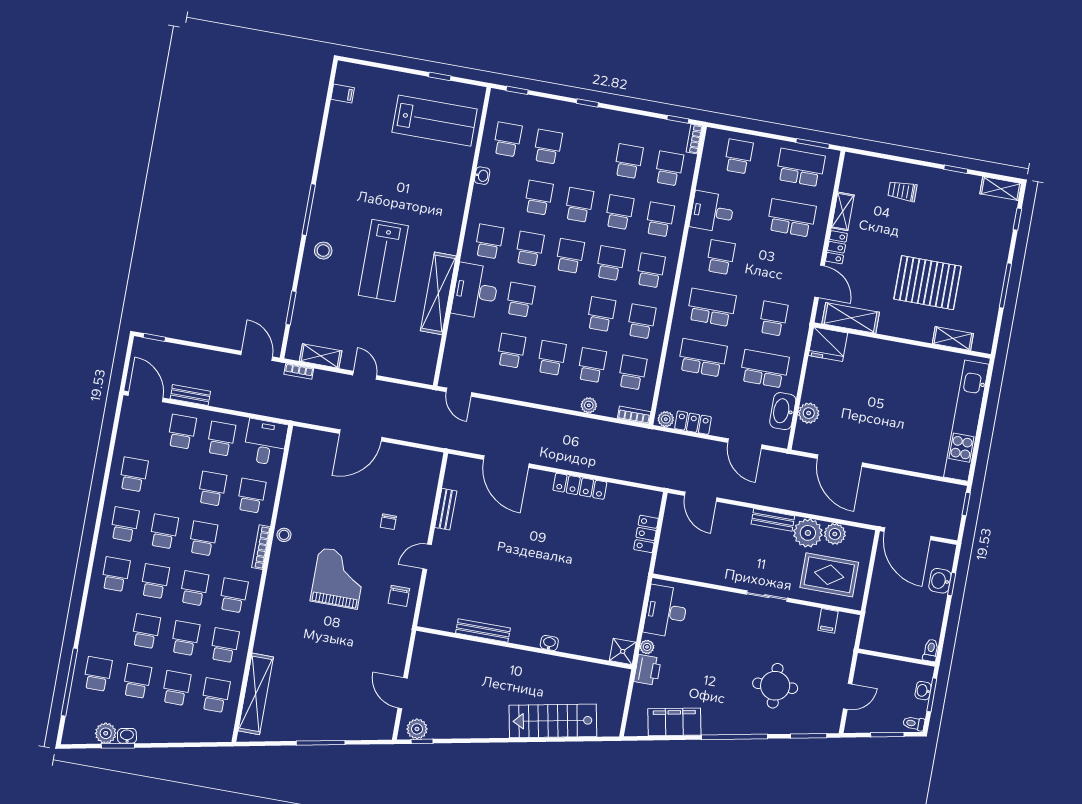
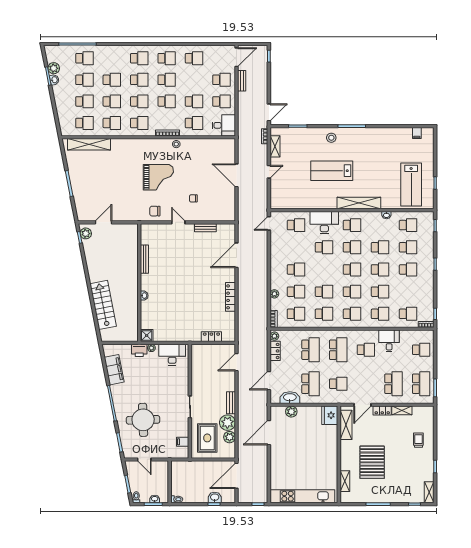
school desk: (629, 161) -> (408, 269), moved
shelving: (438, 293) -> (359, 203), moved
school desk: (511, 351) -> (296, 225), moved
round table: (775, 686) -> (143, 420), width x1.36, depth x1.36

